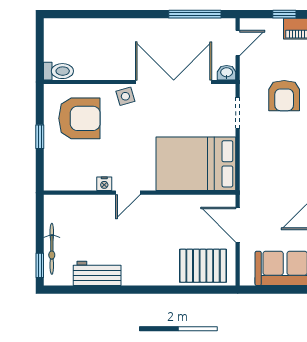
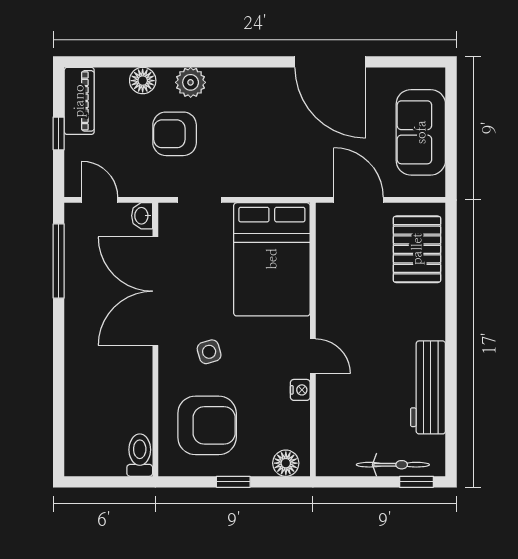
side table: (125, 96) -> (209, 352), moved
armchair: (284, 96) -> (175, 134), turned 180
armchair: (79, 118) -> (207, 425), turned 90
floor lamp: (53, 174) -> (286, 463), added
door: (238, 225) -> (358, 200), swing flipped
workbench: (97, 273) -> (428, 387), width x1.38

